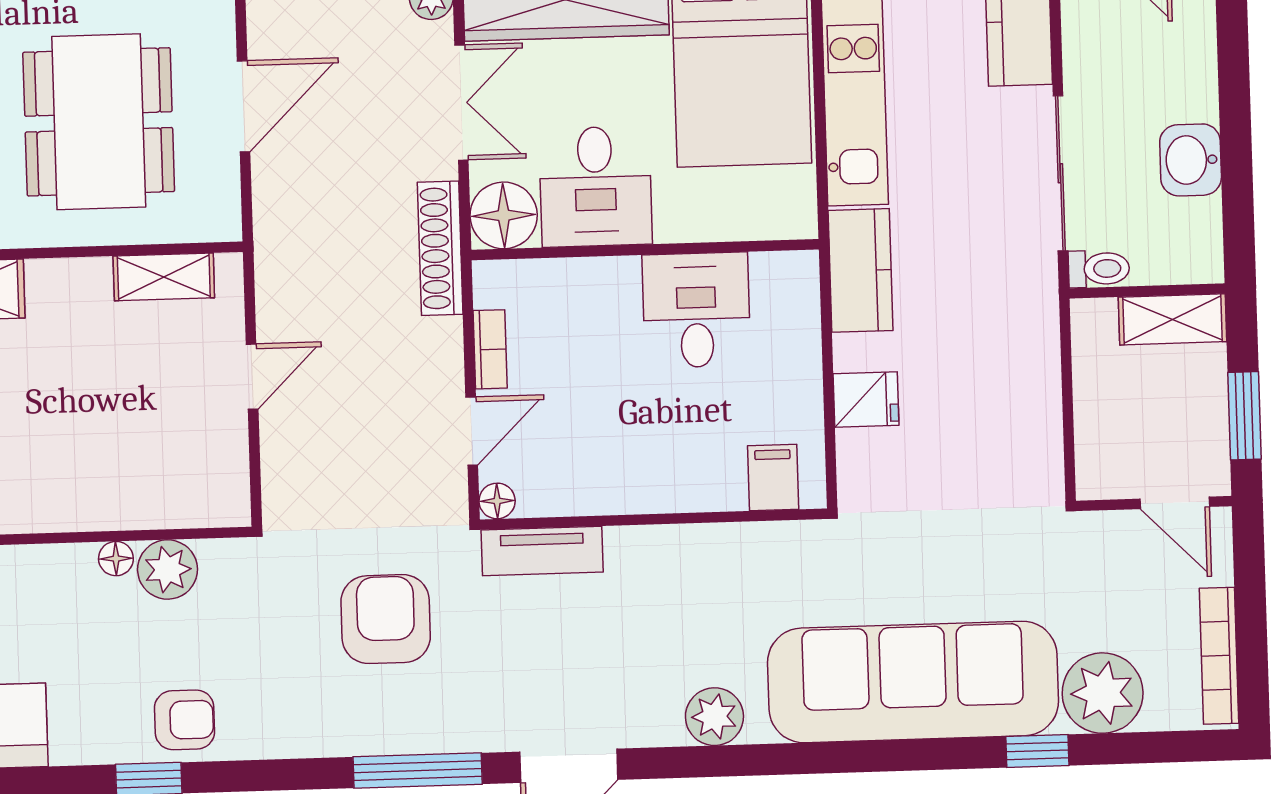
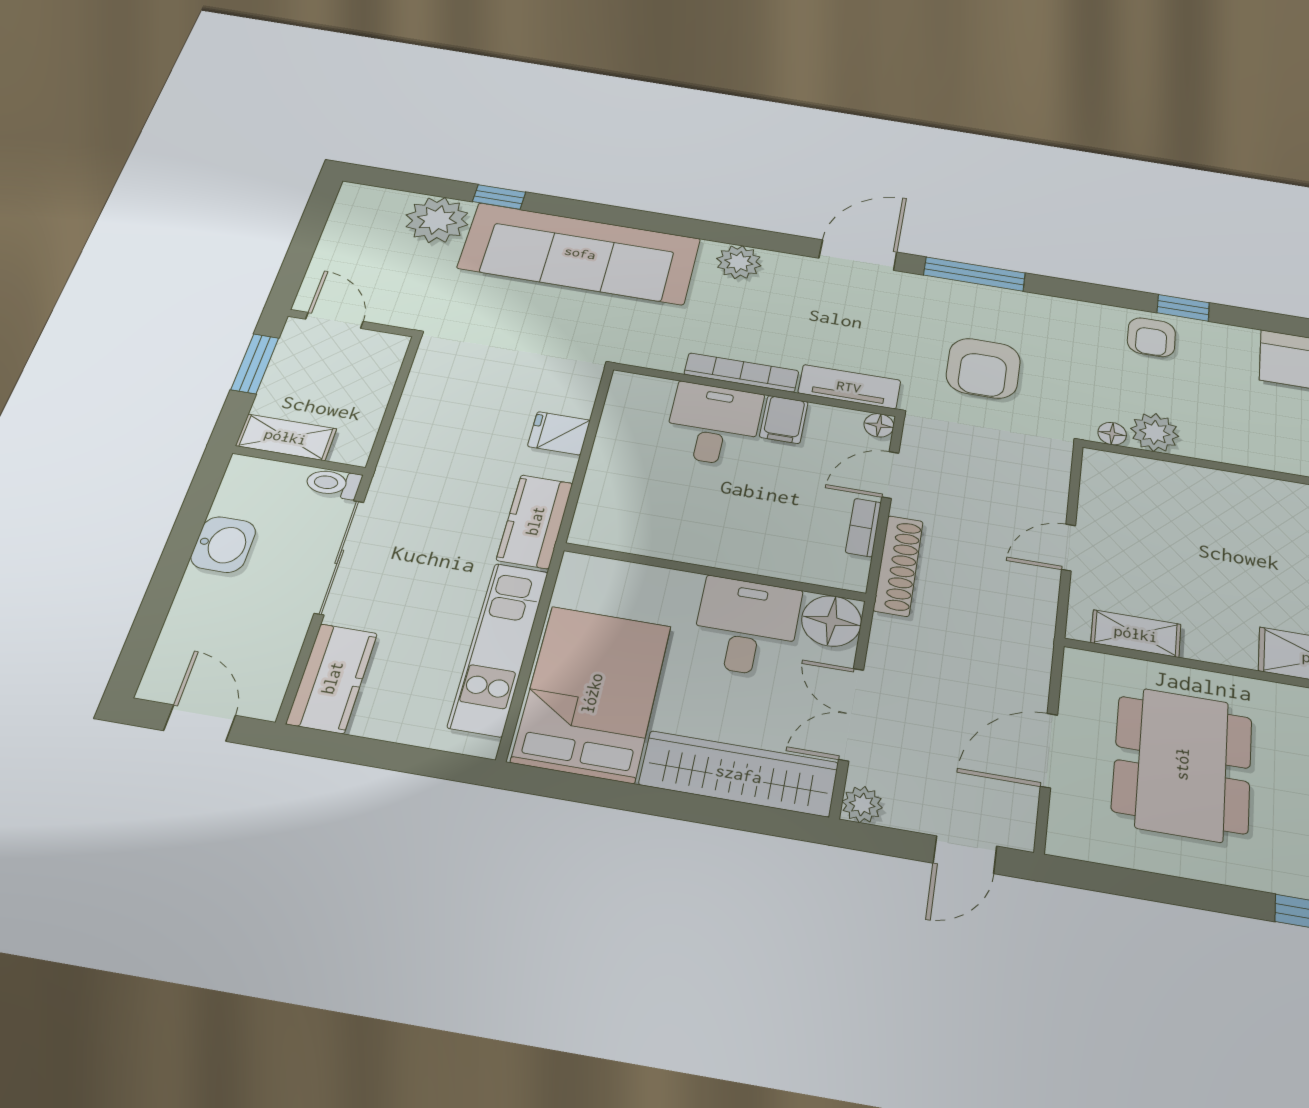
shoe rack: (440, 248) -> (898, 566), moved
desk: (696, 310) -> (714, 424), moved, turned 180
filing cabinet: (773, 478) -> (784, 419), moved
floor lamp: (116, 559) -> (1112, 434), moved
bookcase: (1219, 656) -> (741, 373), moved, turned -90
armchair: (185, 720) -> (1151, 337), turned -90

